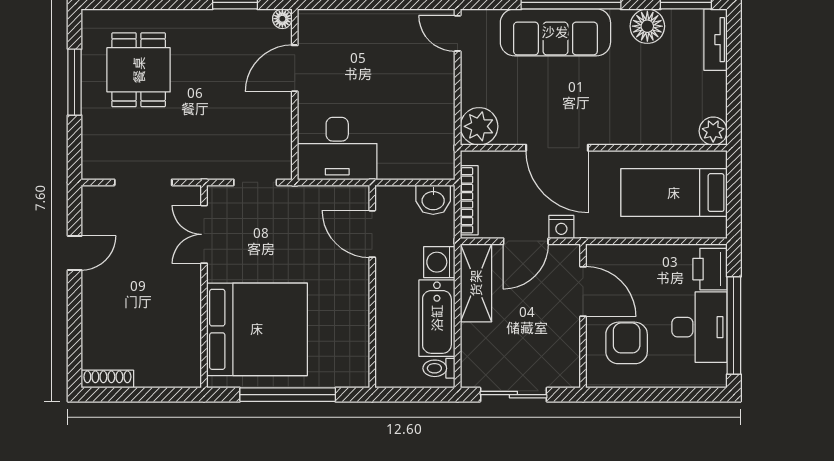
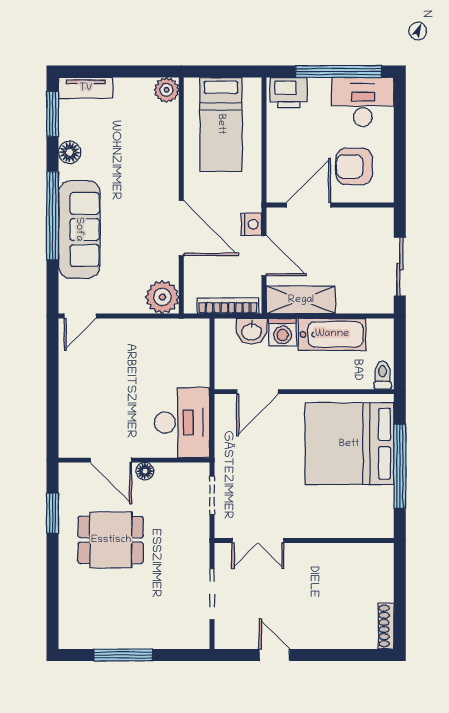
floor lamp: (282, 19) -> (145, 471), moved
floor lamp: (647, 26) -> (70, 152), width x0.73, depth x0.73
dining table: (139, 70) -> (111, 540), moved
door: (557, 148) -> (181, 228), hinge flipped
washbasin: (433, 200) -> (252, 331), moved, turned 90
desk: (700, 327) -> (363, 102), moved
bed: (257, 329) -> (349, 444), moved, turned -90
toilet: (439, 368) -> (383, 375), moved, turned 180

